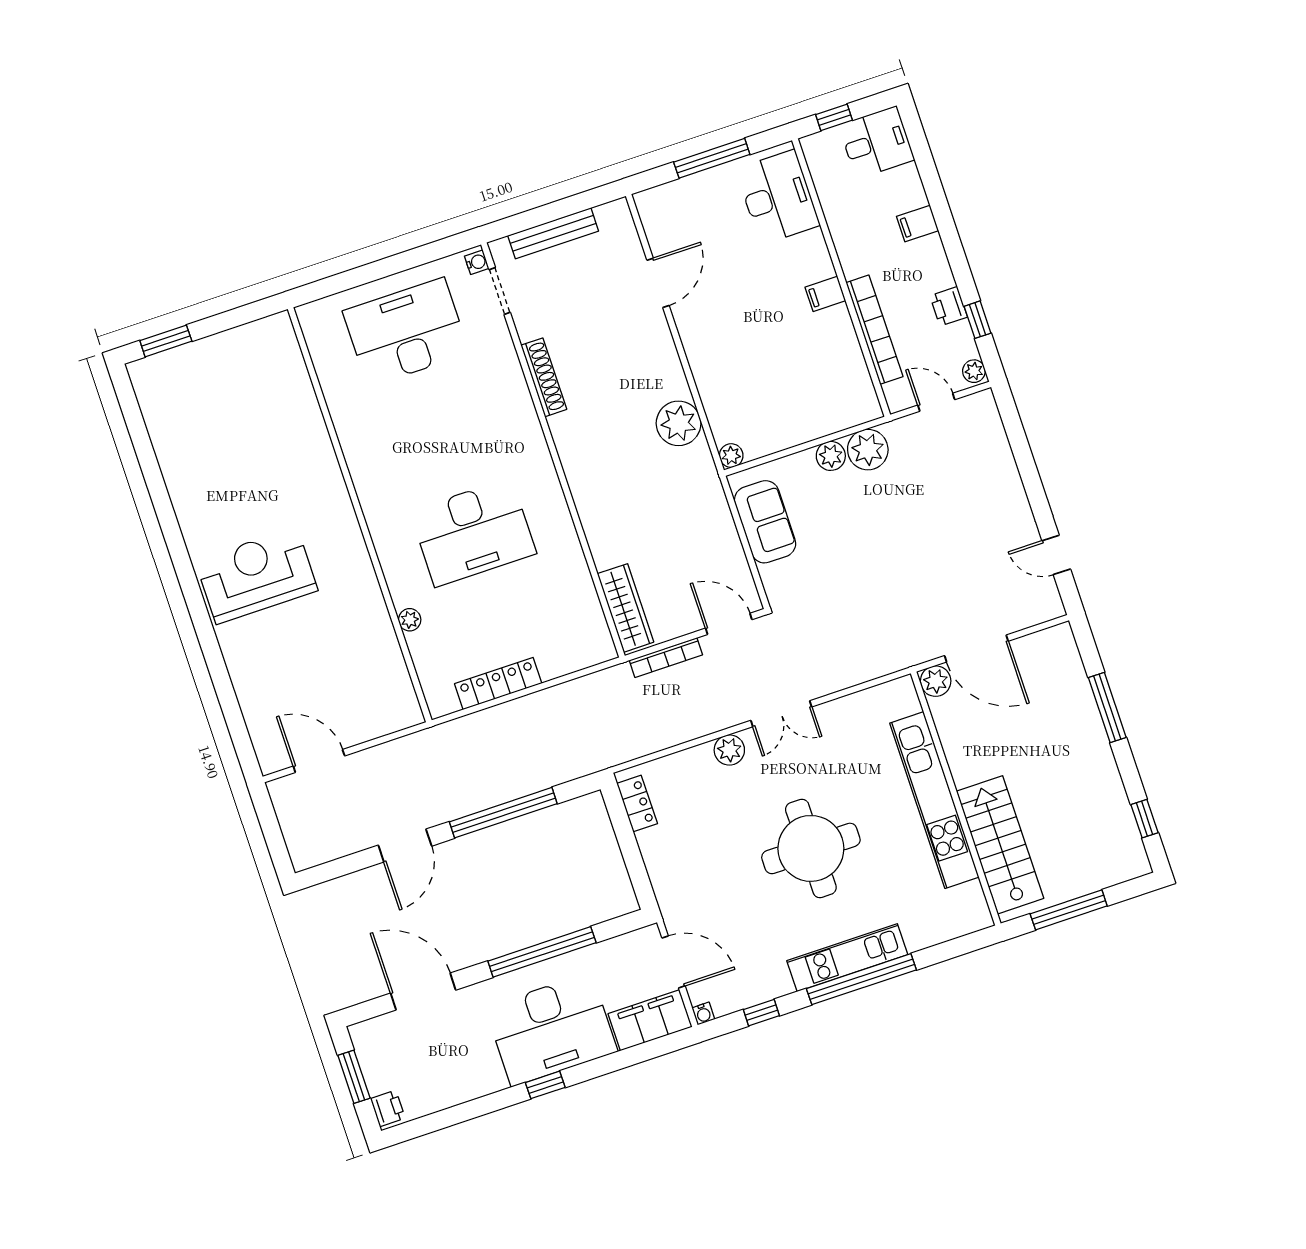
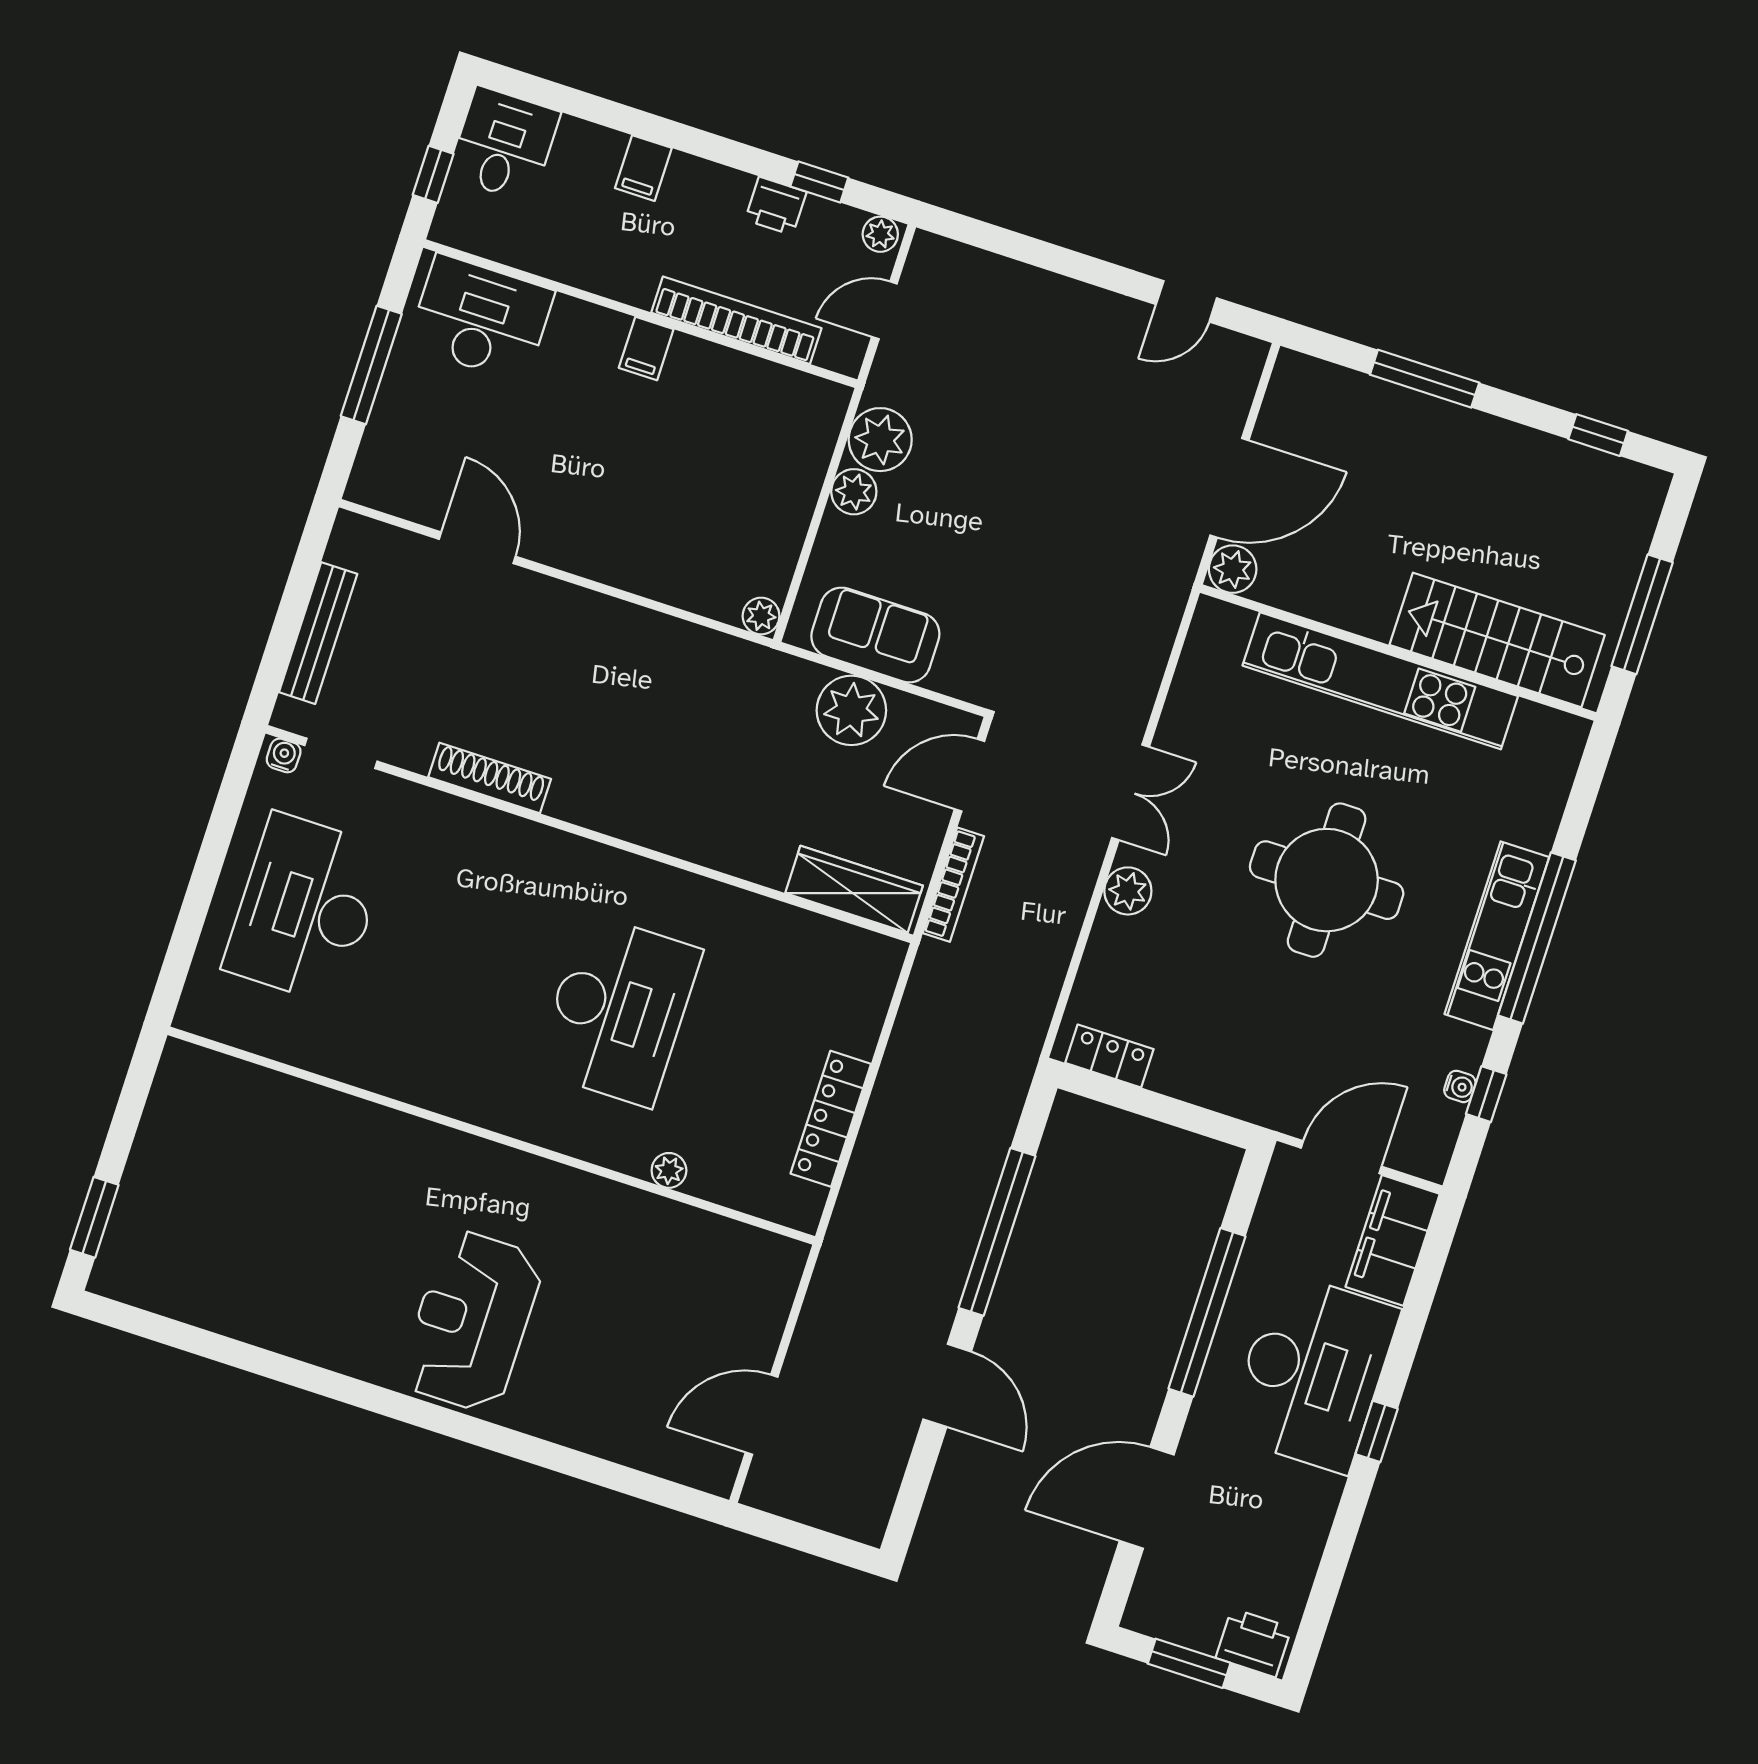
plant: (679, 423) -> (851, 710), moved
water cooler: (703, 1014) -> (1460, 1086), moved
printer: (388, 1108) -> (1254, 1643), width x1.36, depth x1.24

